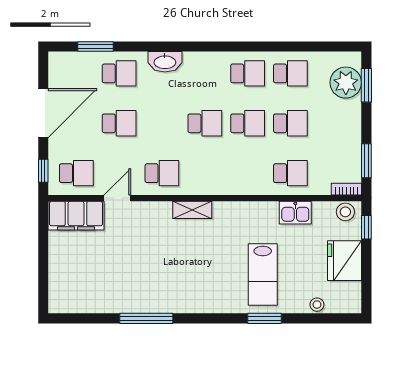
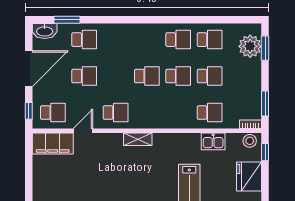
washbasin: (165, 62) -> (45, 31), moved

